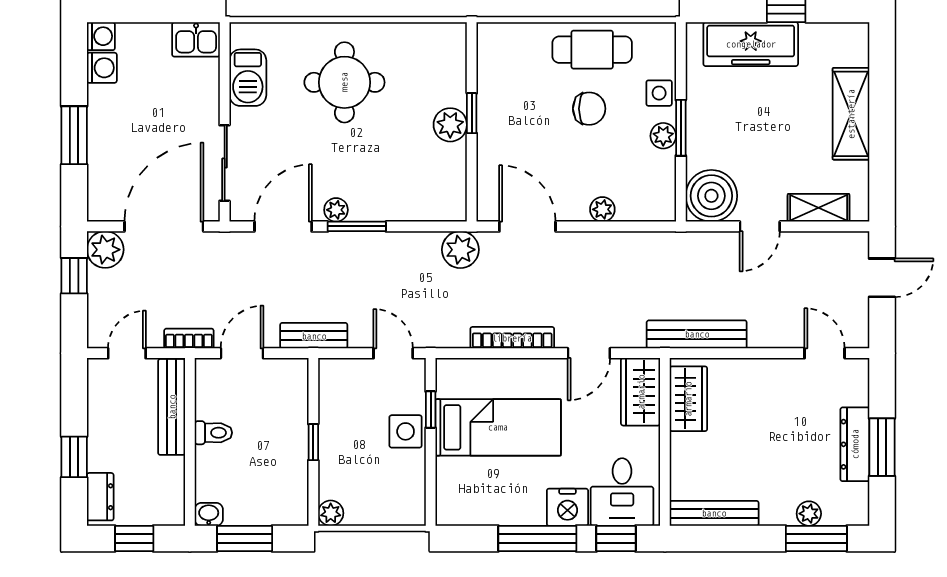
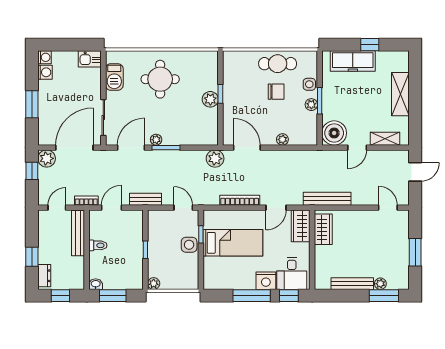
dresser: (855, 444) -> (402, 251), removed
bench: (714, 513) -> (352, 284), moved

